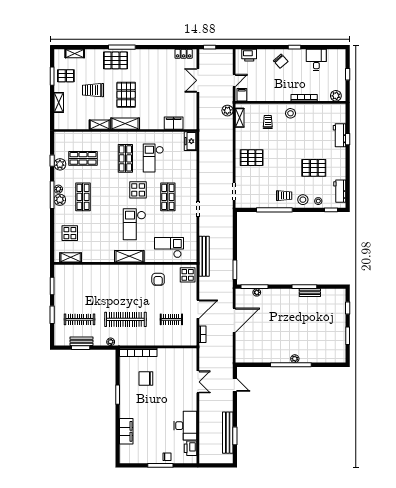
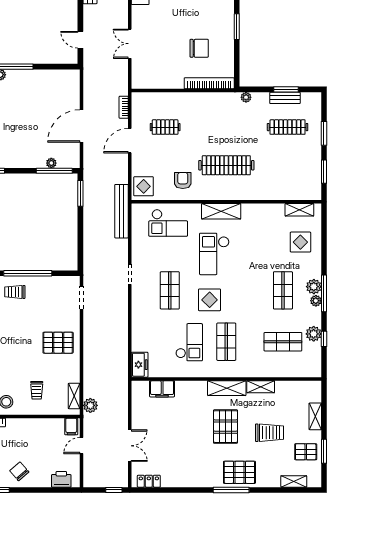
checkout: (134, 224) -> (214, 254), turned 180
clothes rail: (125, 319) -> (226, 165), moved

